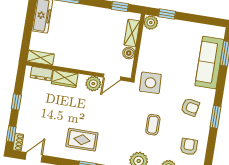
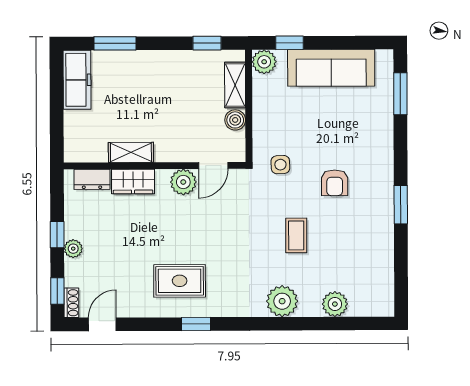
shelving: (40, 58) -> (131, 152), moved
sofa: (209, 63) -> (331, 68), moved, turned -90
side table: (150, 83) -> (280, 165), width x0.54, depth x0.54
armchair: (190, 107) -> (335, 183), moved, turned 79
plant: (24, 111) -> (73, 249), added
armchair: (189, 147) -> (364, 263), removed

